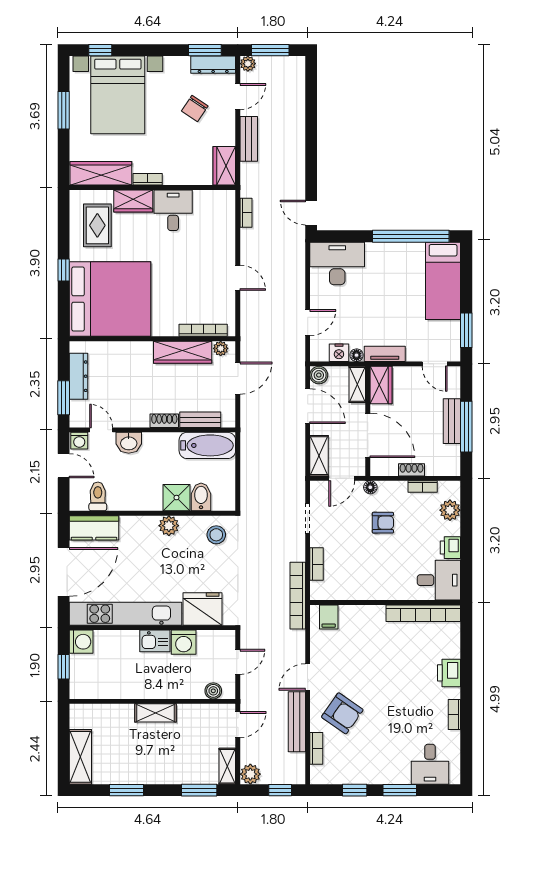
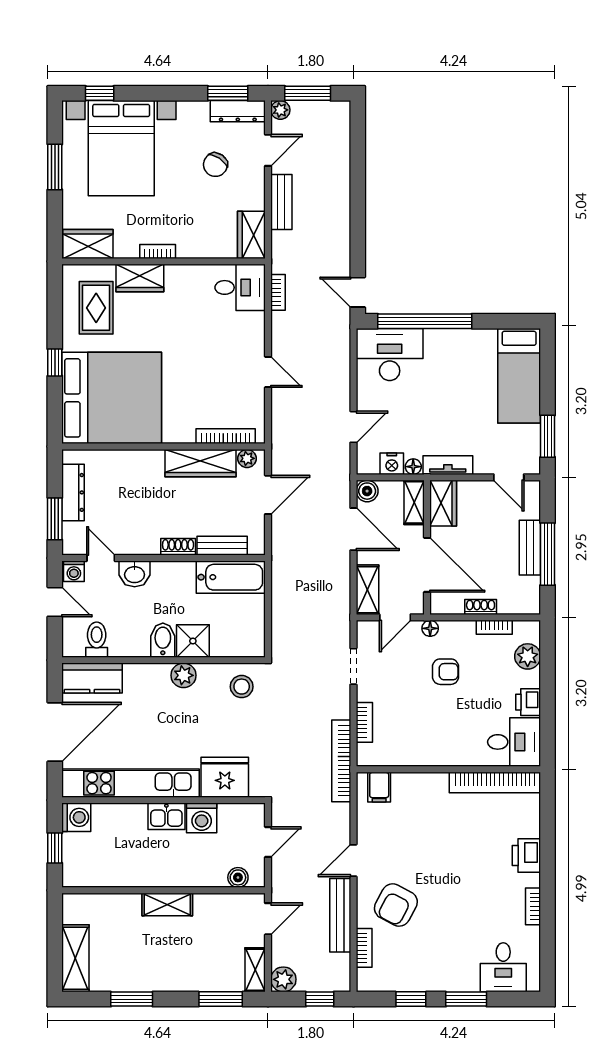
wardrobe: (101, 173) -> (88, 244), width x0.67
desk: (173, 210) -> (240, 287), moved, turned 90
window: (411, 236) -> (425, 321), moved
bidet: (201, 497) -> (163, 640), moved
armchair: (342, 713) -> (396, 905), turned 83

